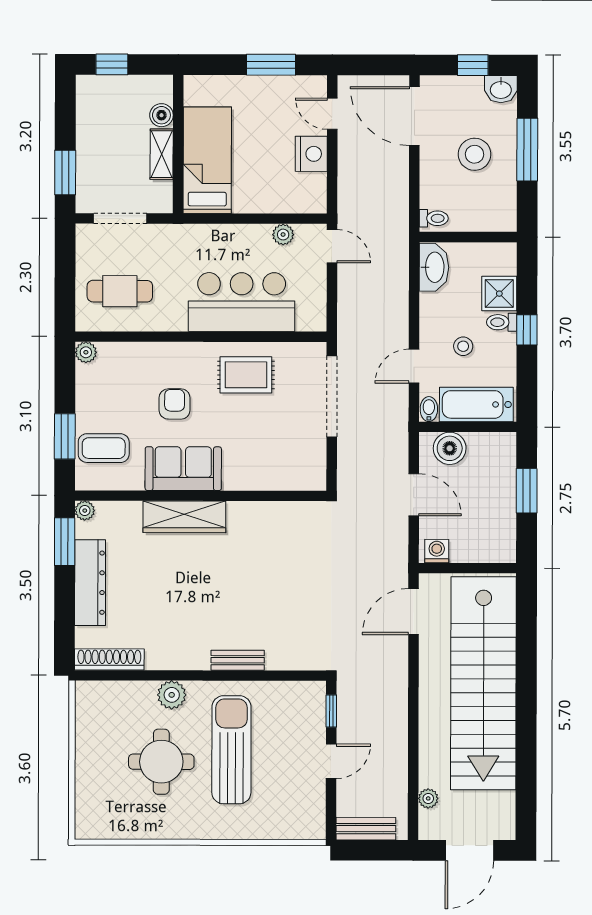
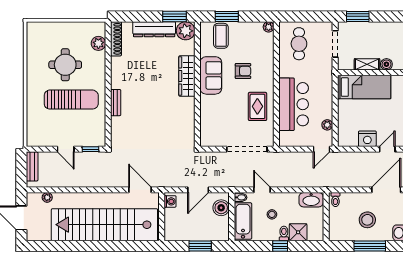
plant: (85, 511) -> (186, 31), width x1.88, depth x1.88
plant: (172, 695) -> (98, 43), moved

